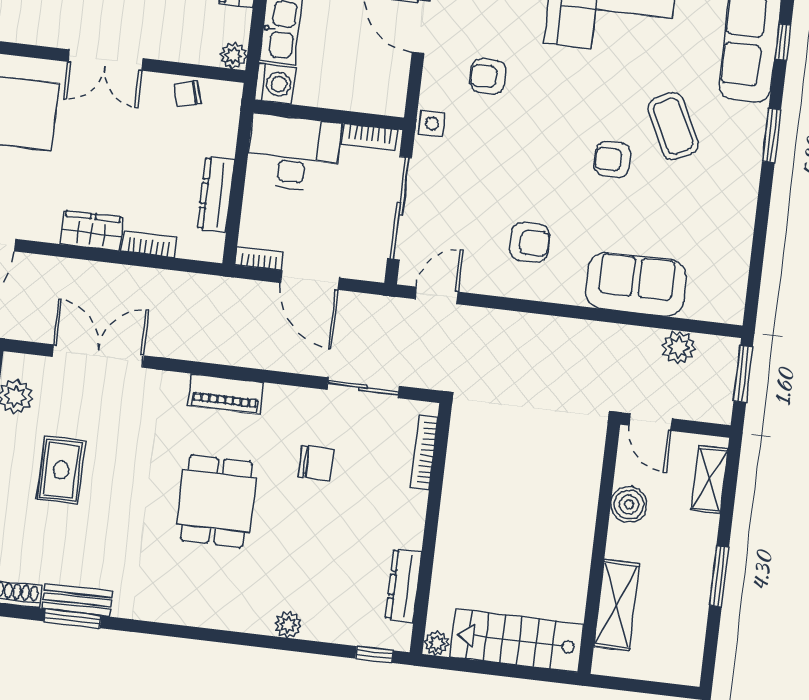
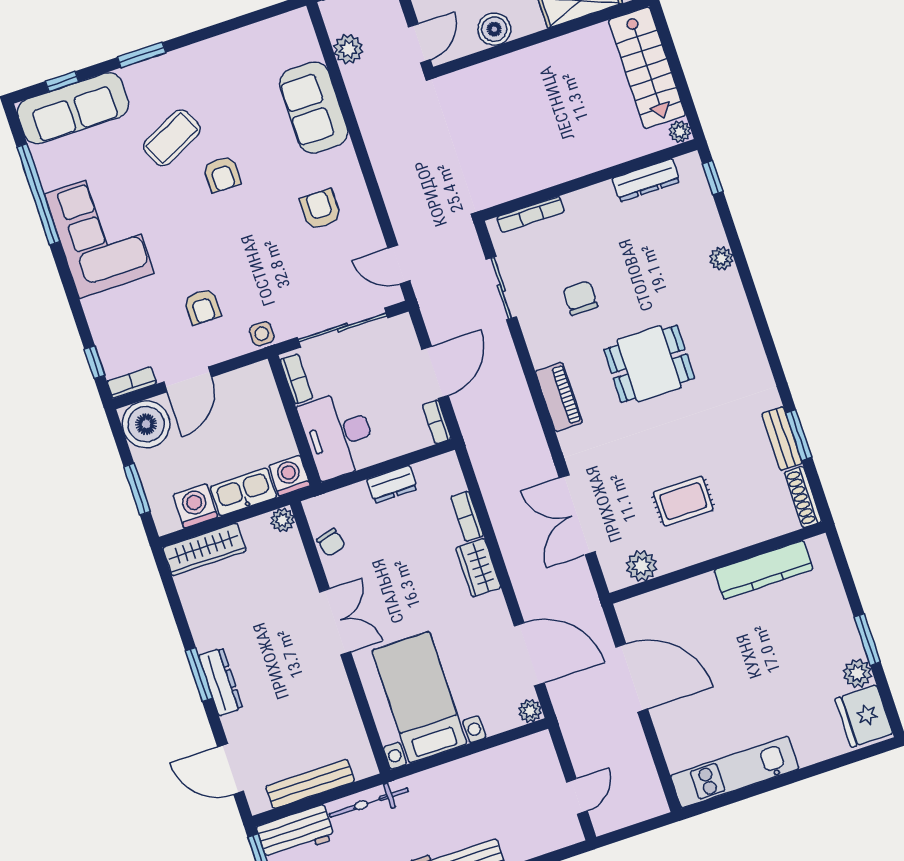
dresser: (216, 195) -> (392, 484), width x0.70

